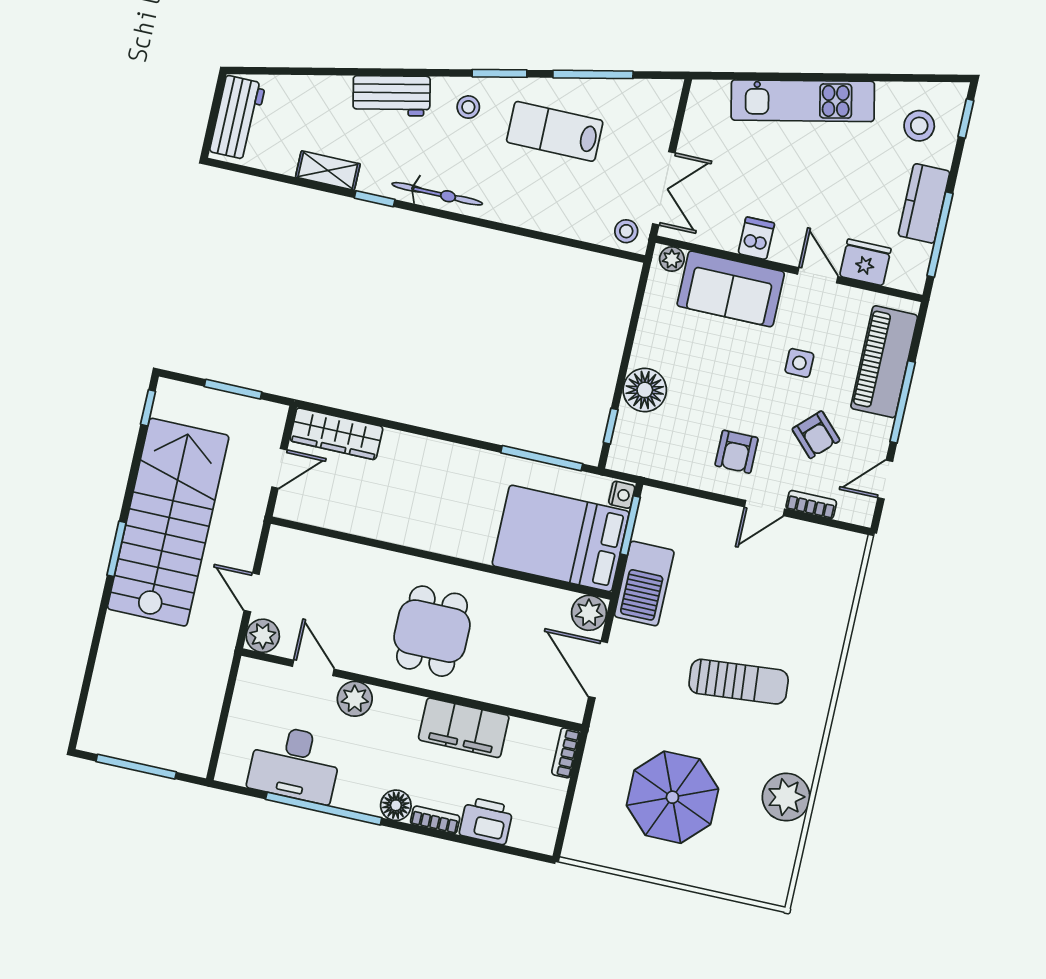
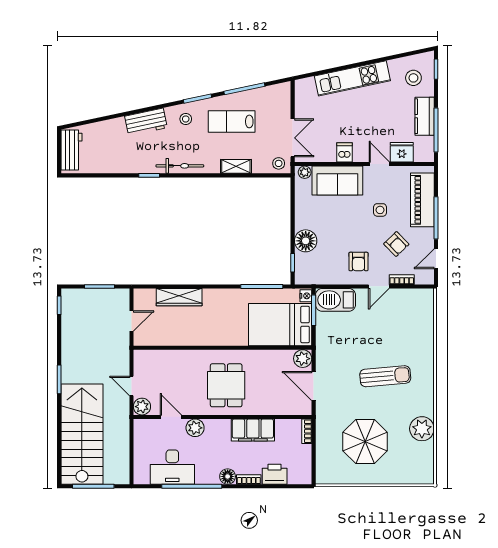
shelving: (328, 171) -> (236, 166), moved
wardrobe: (336, 434) -> (179, 297), moved
stairs: (168, 522) -> (82, 434), moved
barbecue: (644, 584) -> (335, 300), moved, turned 90

